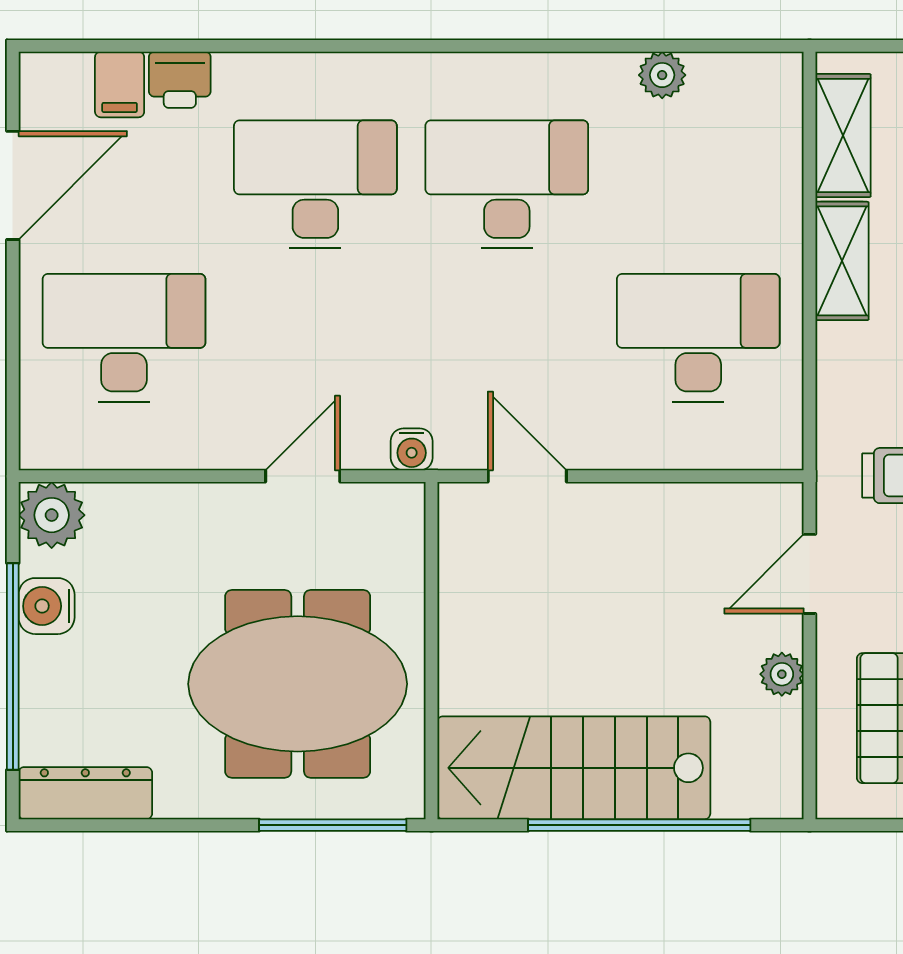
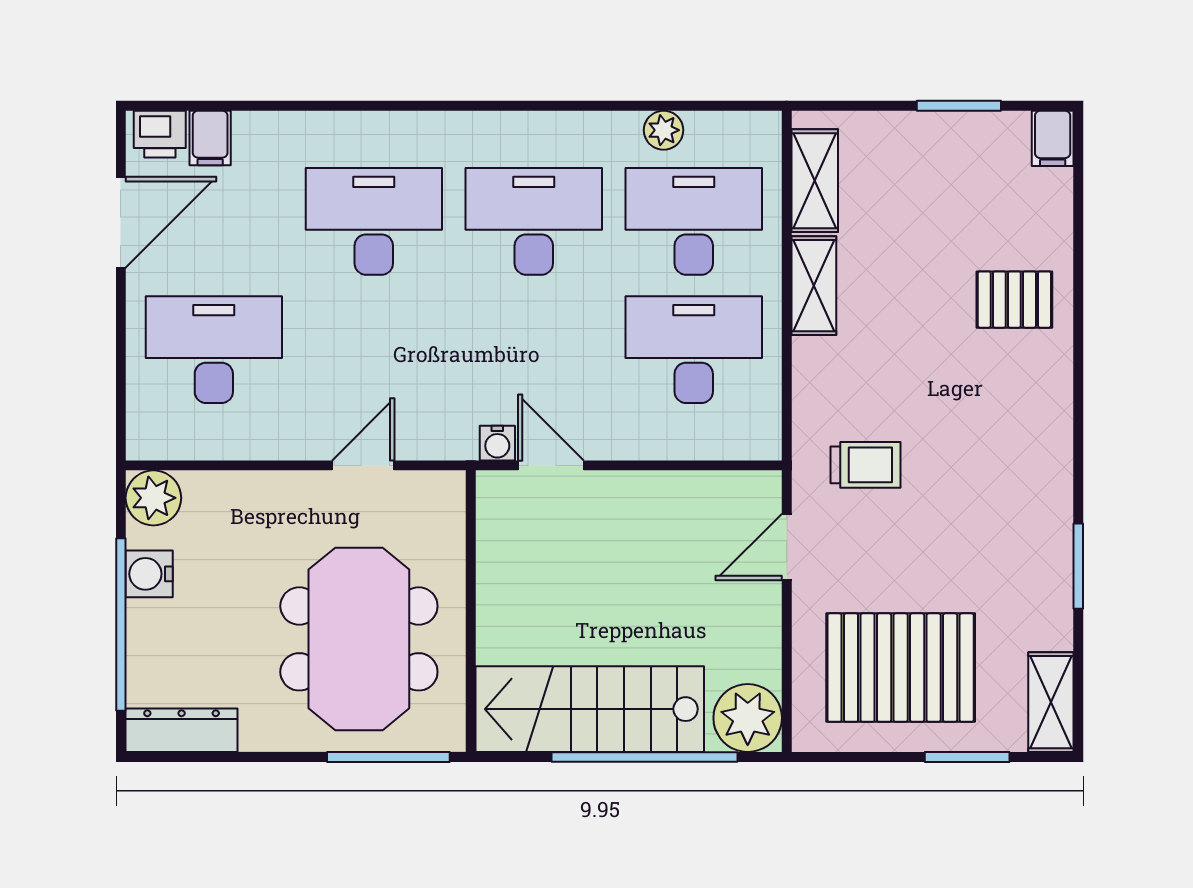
printer: (180, 80) -> (160, 134), moved
desk: (698, 184) -> (694, 221), added
water cooler: (412, 449) -> (497, 443), moved
plant: (782, 674) -> (748, 718), moved, width x1.87, depth x1.87
meeting table: (298, 684) -> (359, 639), turned 90

